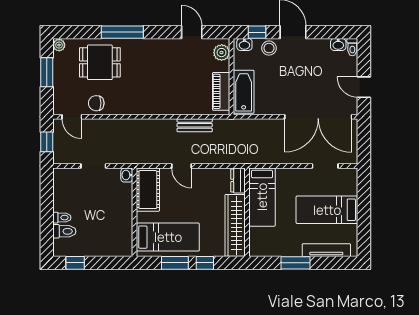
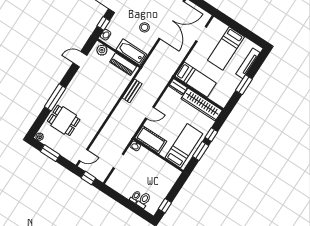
stool: (269, 48) -> (145, 27), moved
dining table: (100, 62) -> (64, 120), turned 90
chair: (96, 103) -> (85, 137), removed

